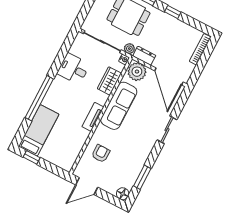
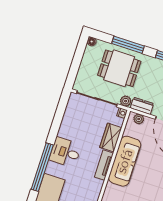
desk: (73, 69) -> (65, 152), moved
plant: (137, 72) -> (139, 119), width x0.53, depth x0.53
tv unit: (93, 117) -> (104, 165), moved

